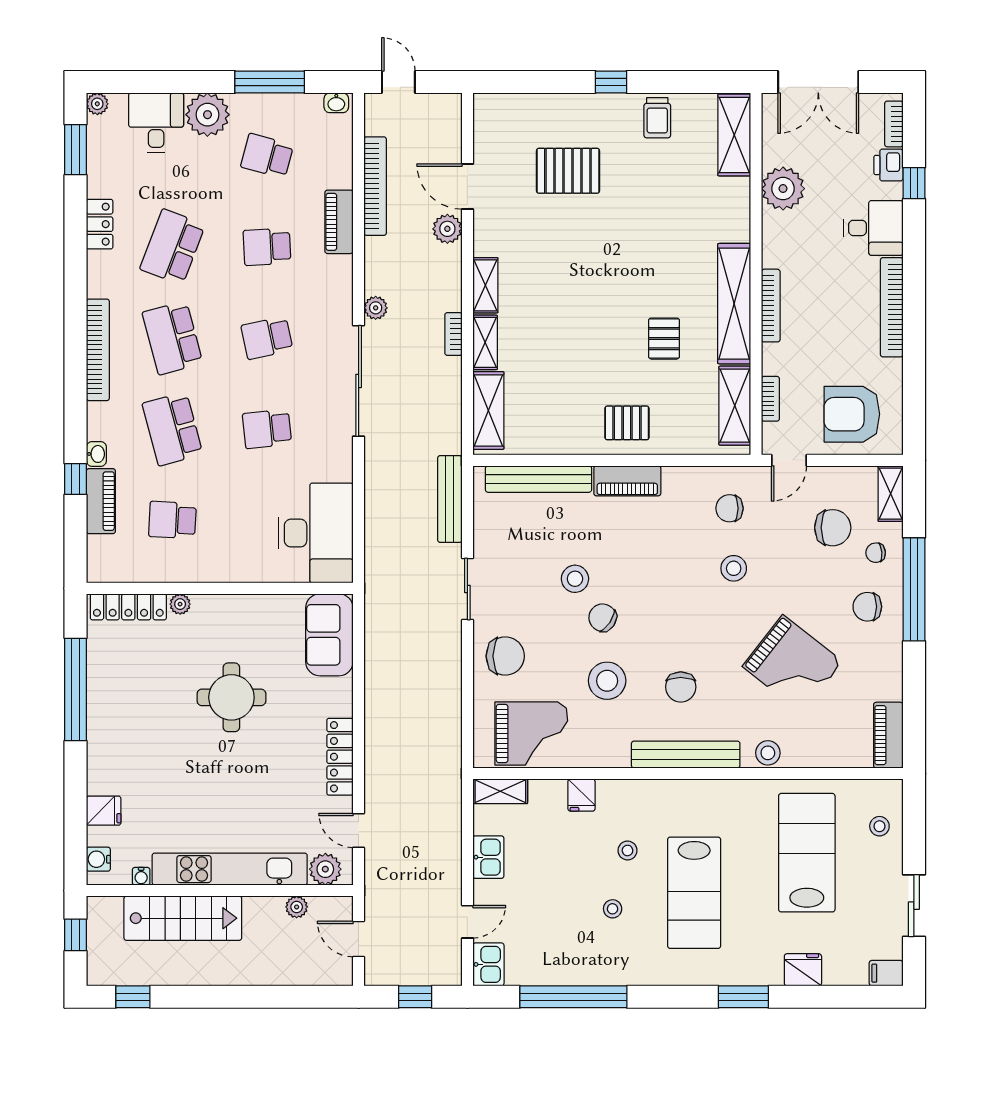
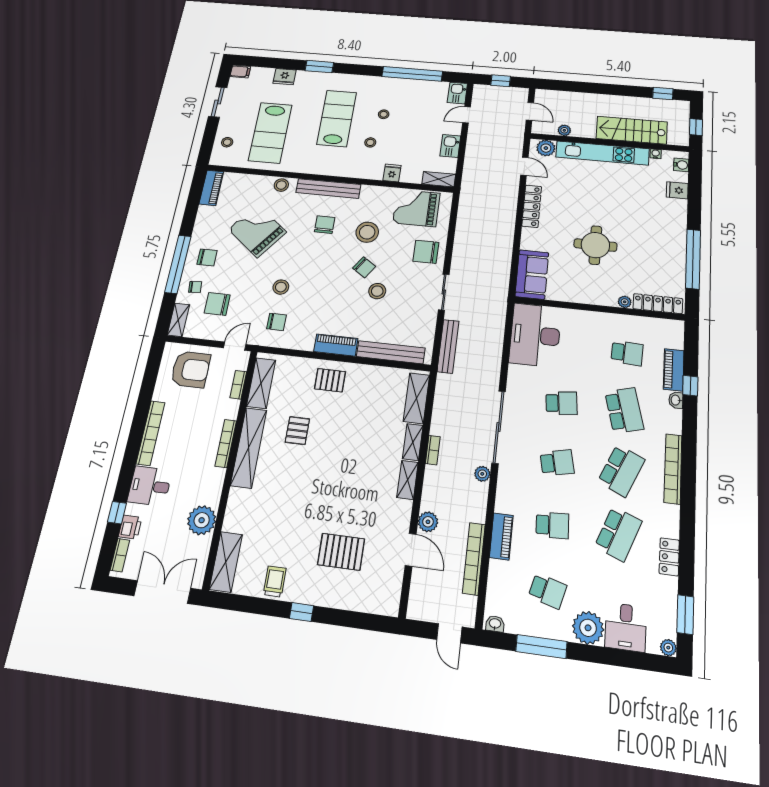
school desk: (172, 338) -> (621, 471), turned 39

